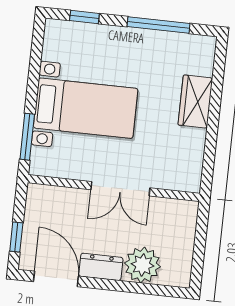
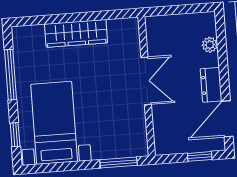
wardrobe: (195, 102) -> (76, 33), width x1.50
bed with nightstands: (86, 108) -> (54, 123), moved
plant: (143, 265) -> (210, 45), width x0.53, depth x0.53

